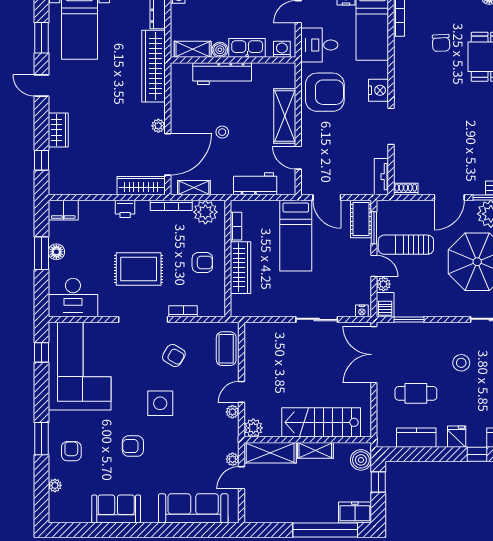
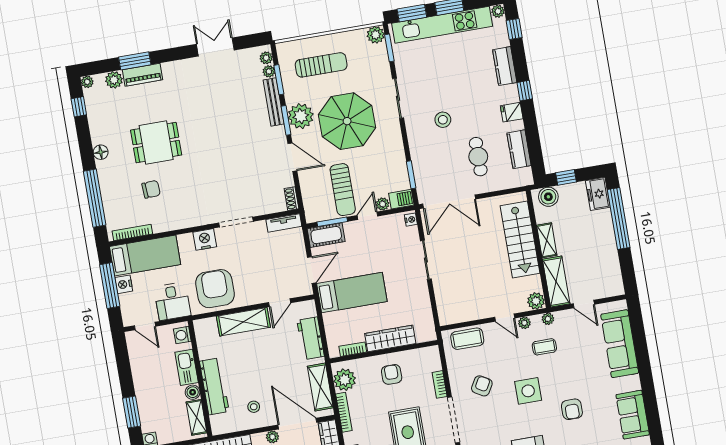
stool: (222, 132) -> (254, 407), moved
shelving: (194, 188) -> (320, 387), width x1.50, depth x1.33
coffee table: (204, 428) -> (544, 347), added
plant: (233, 459) -> (548, 319), moved

